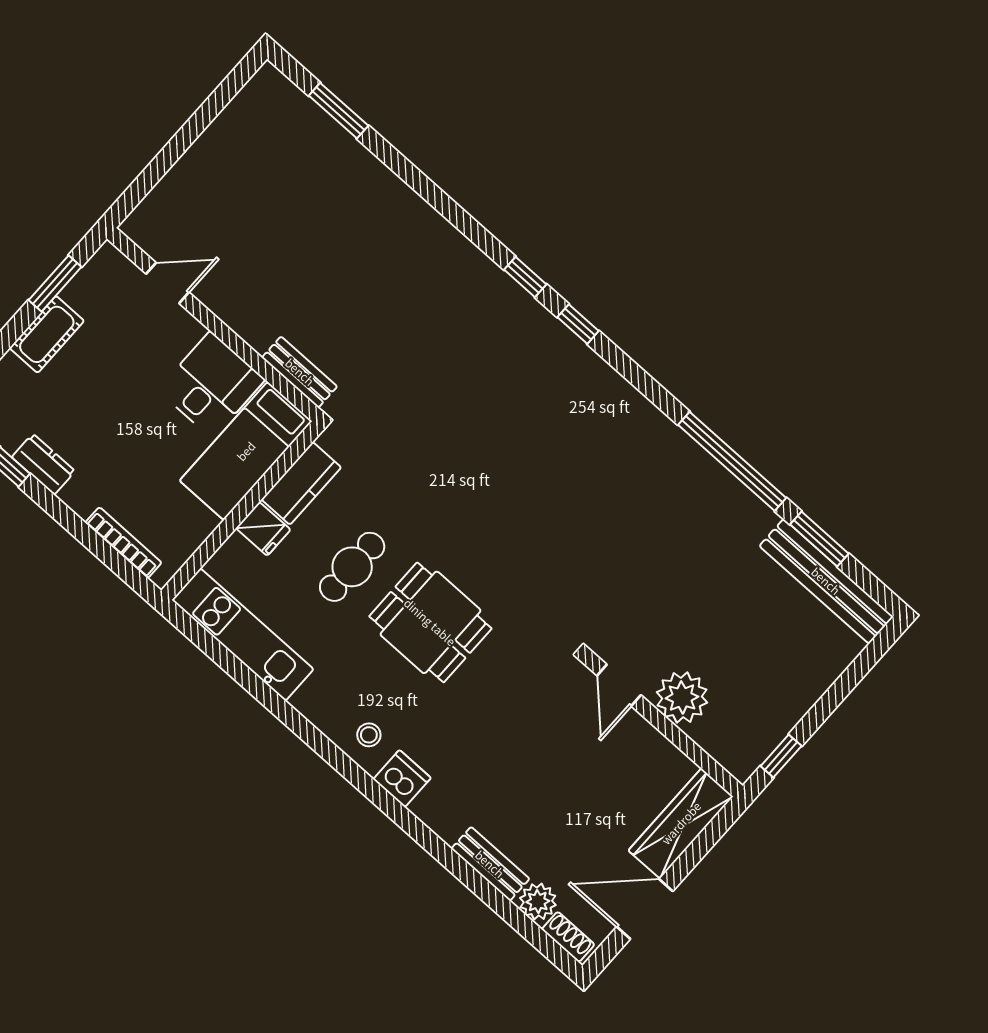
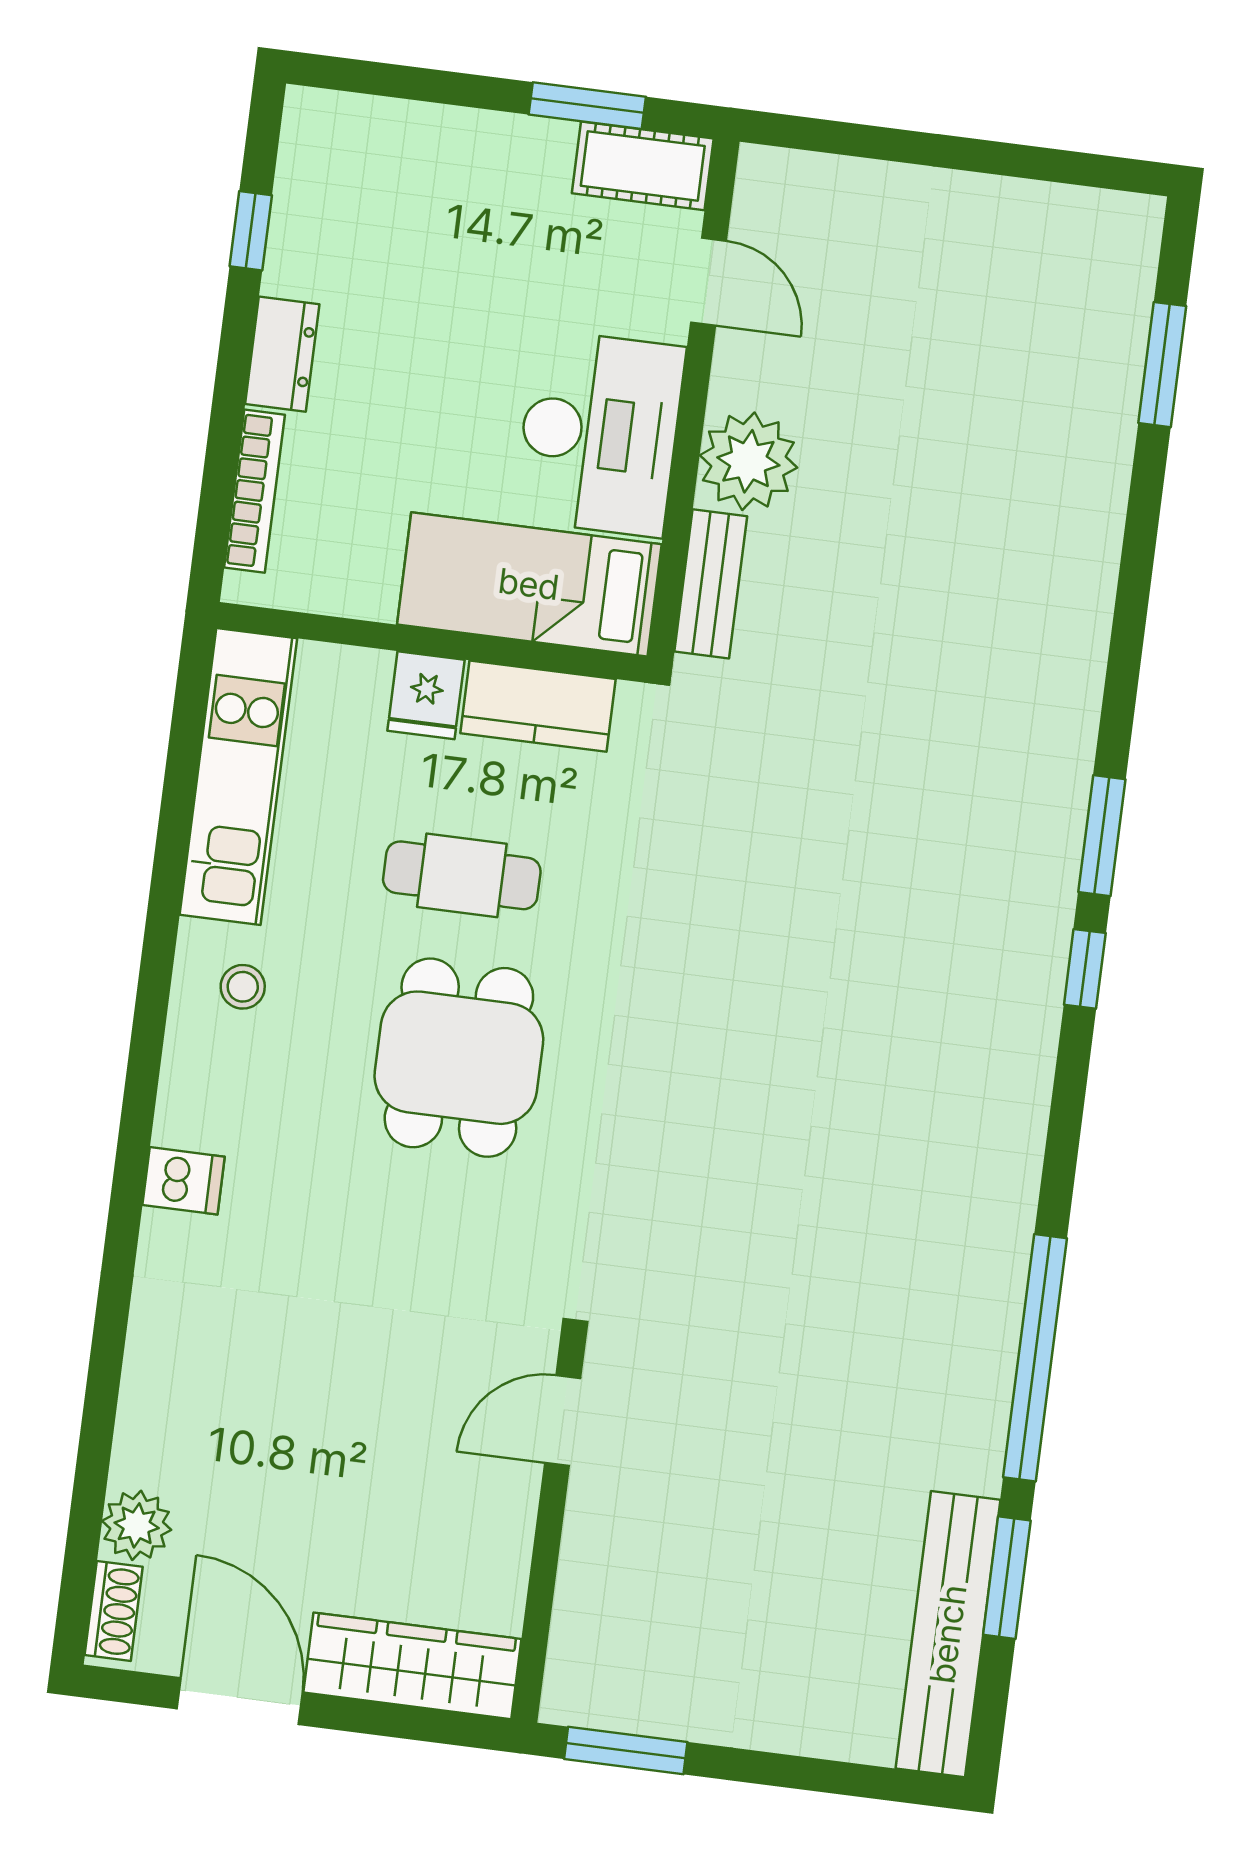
window: (525, 277) -> (1102, 836), width x1.50
cot: (47, 334) -> (643, 166), moved
desk: (211, 385) -> (599, 433), width x1.37
dresser: (43, 464) -> (282, 354), moved
plant: (682, 697) -> (748, 461), moved
stool: (369, 735) -> (243, 987), moved
window: (781, 756) -> (626, 1750), width x1.50
dishwasher: (402, 779) -> (184, 1181), width x0.73
bench: (490, 864) -> (145, 1411), removed

